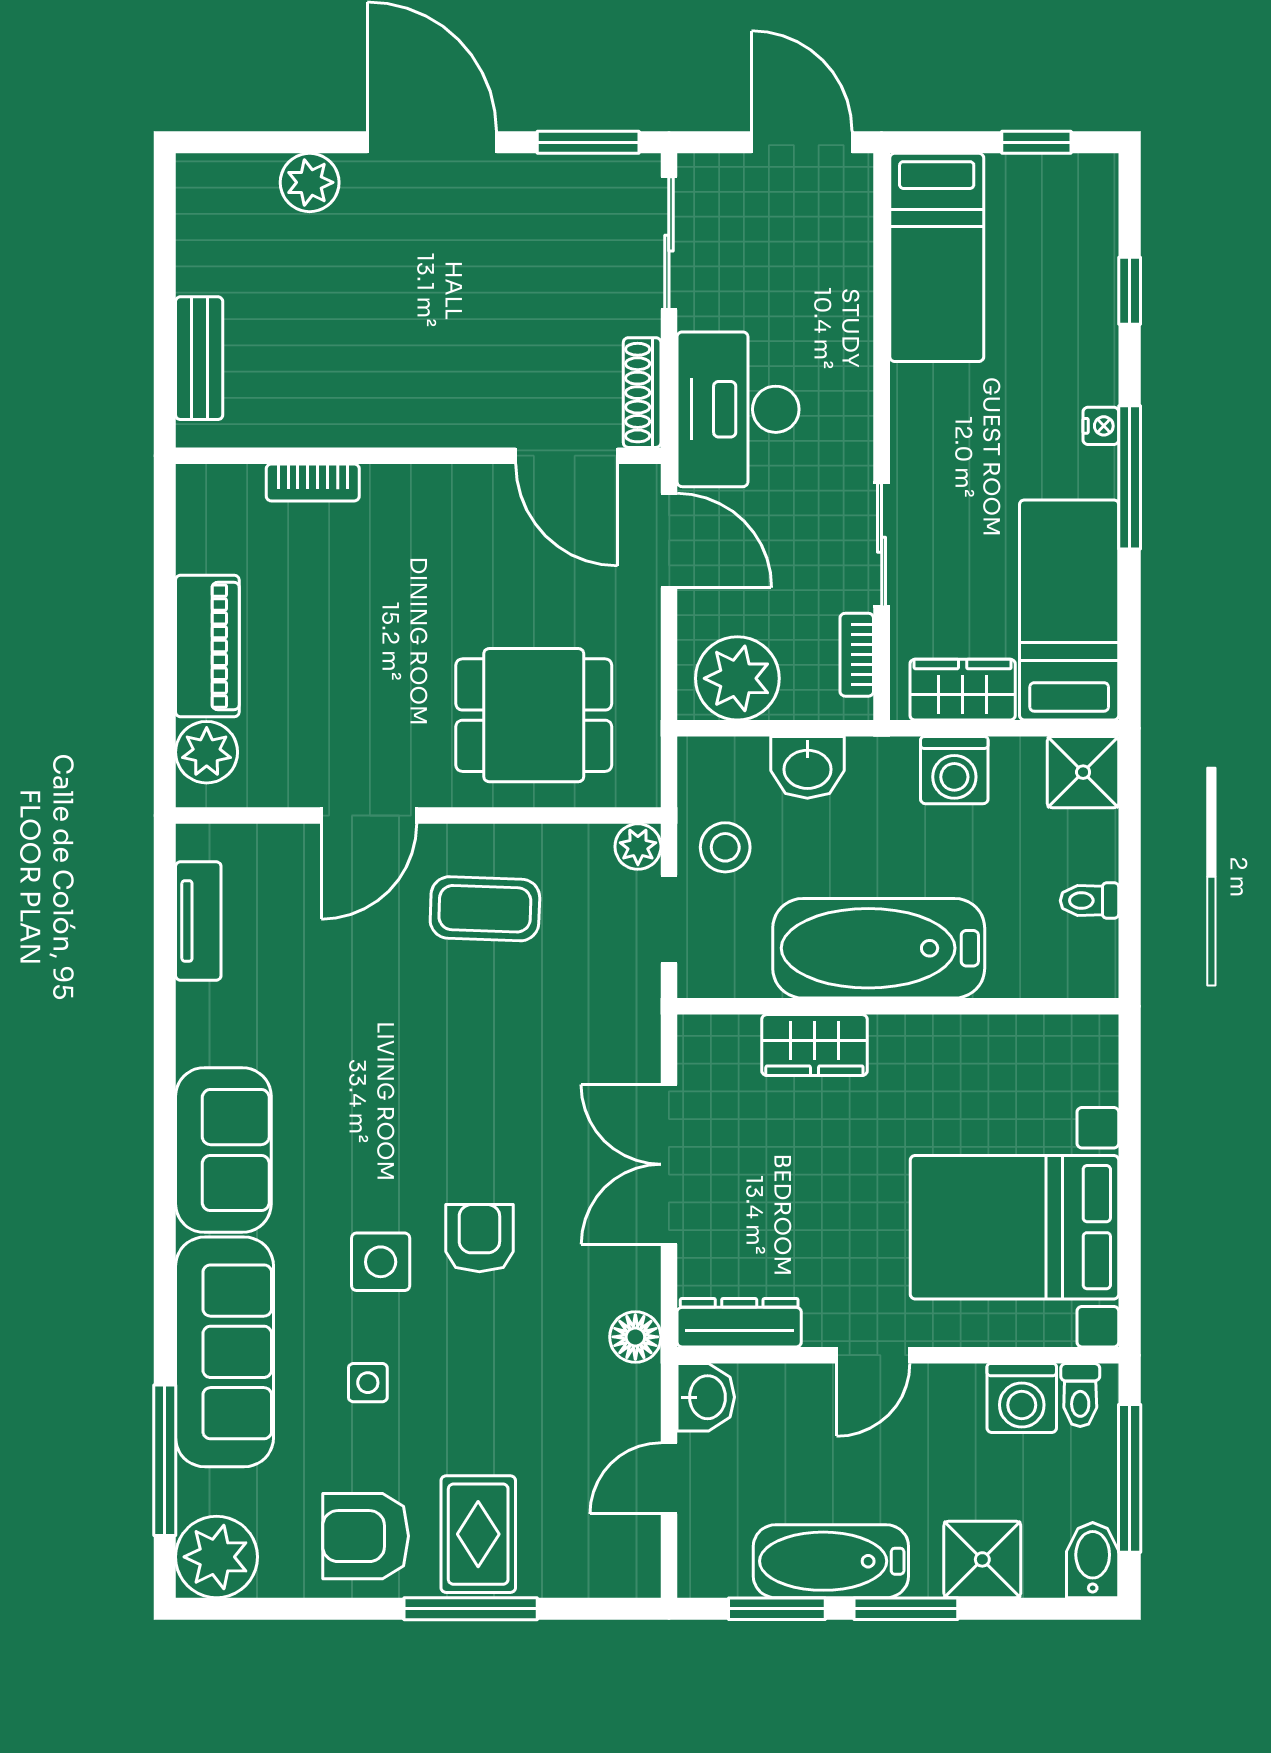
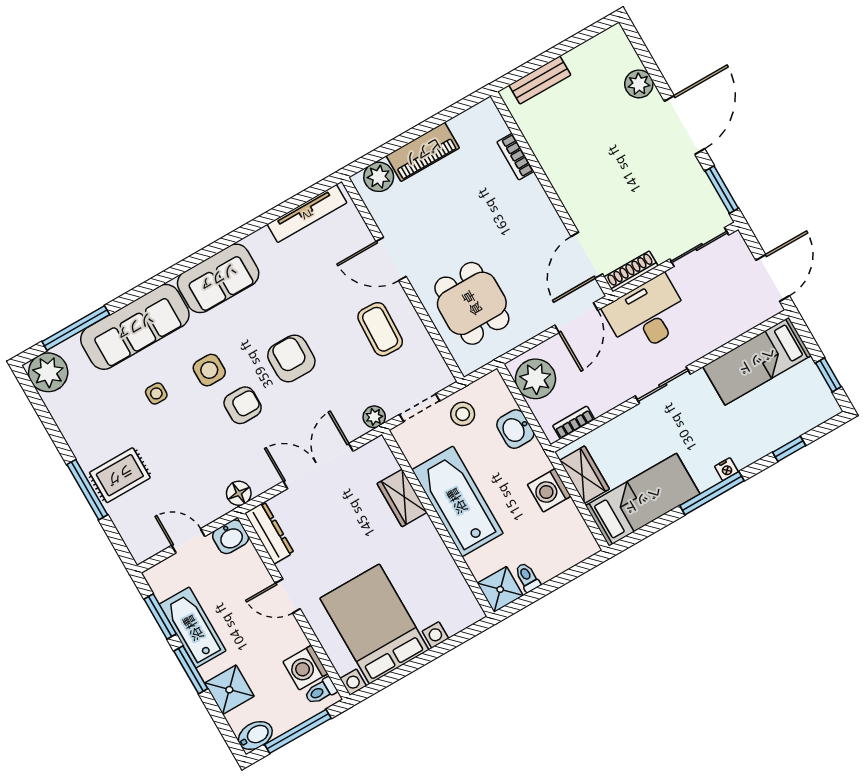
sliding door: (882, 545) -> (663, 385), moved
shower: (1083, 772) -> (500, 589), moved
plant: (638, 847) -> (374, 417), moved
tv unit: (198, 921) -> (307, 214), width x1.41
armchair: (366, 1536) -> (291, 358), moved

